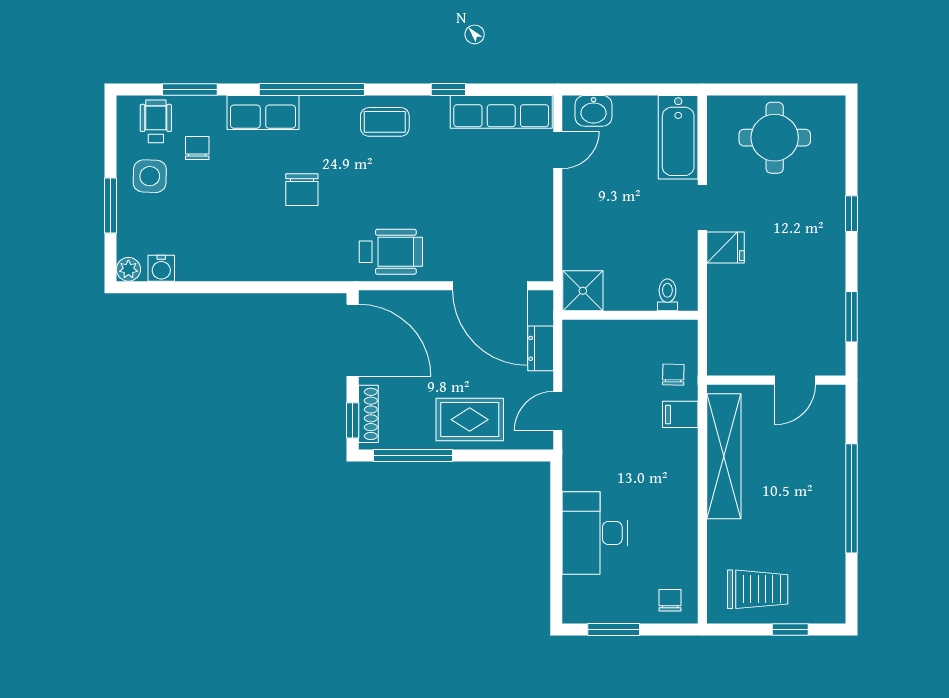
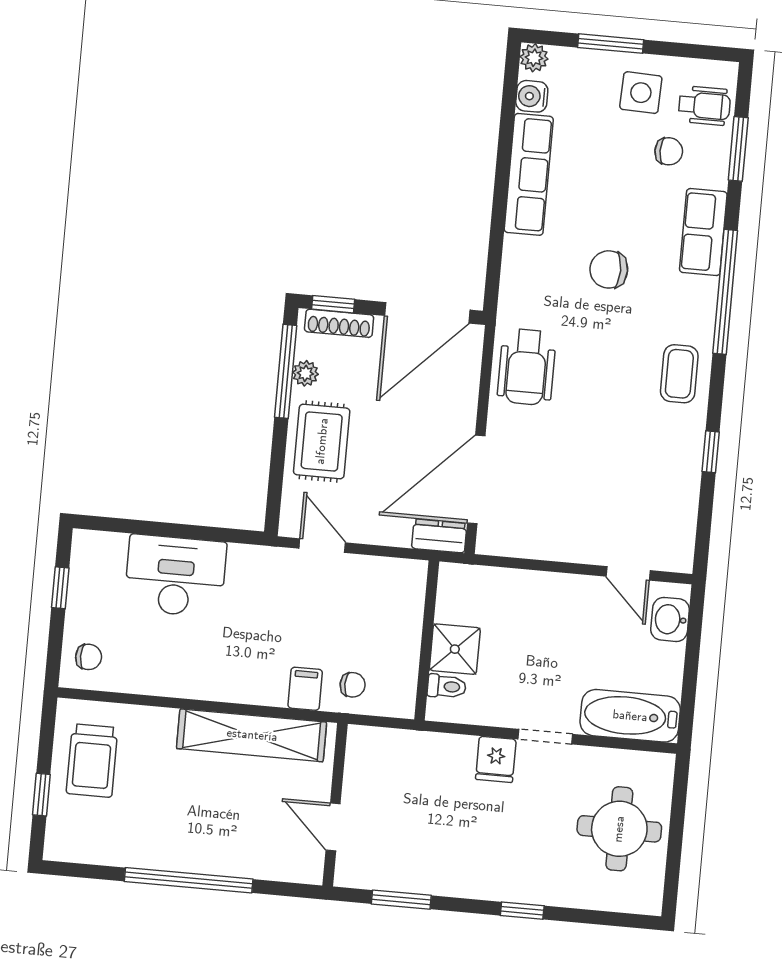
row of seats: (501, 112) -> (529, 174), moved, turned 180
shower: (583, 291) -> (455, 649), moved
dresser: (541, 348) -> (439, 536), moved
plant: (413, 438) -> (305, 373), added
window: (614, 630) -> (60, 588), width x0.67

